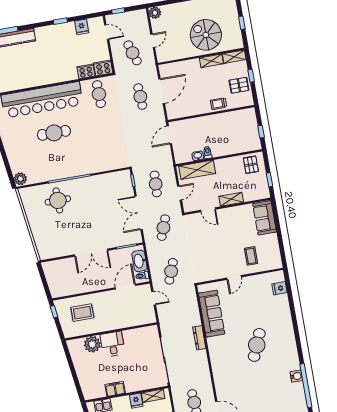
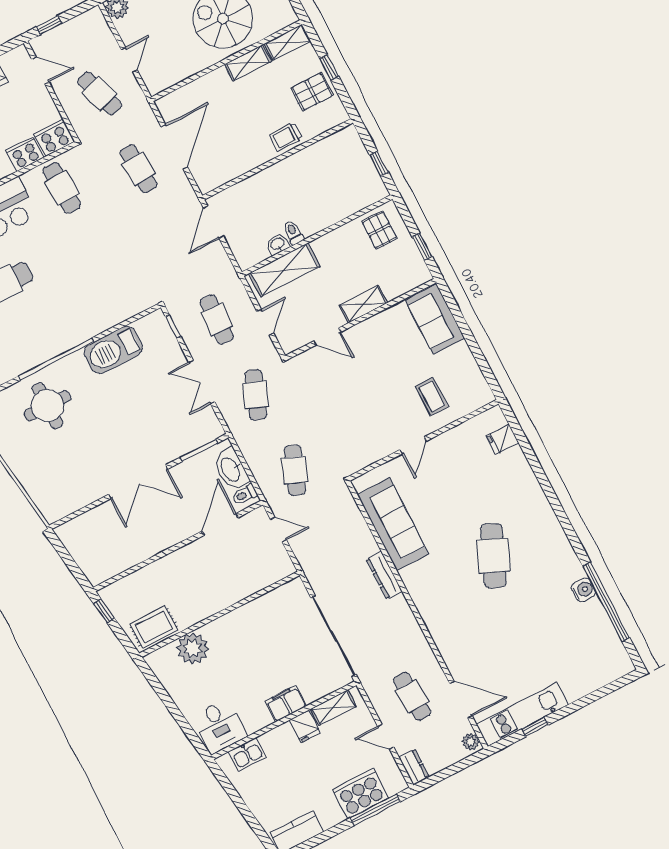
barbecue: (99, 183) -> (113, 350), added
double door: (139, 213) -> (202, 382), width x0.73
rug: (82, 313) -> (154, 627), moved
desk: (113, 344) -> (219, 726), moved, turned 180
filing cabinet: (115, 389) -> (286, 704), moved

